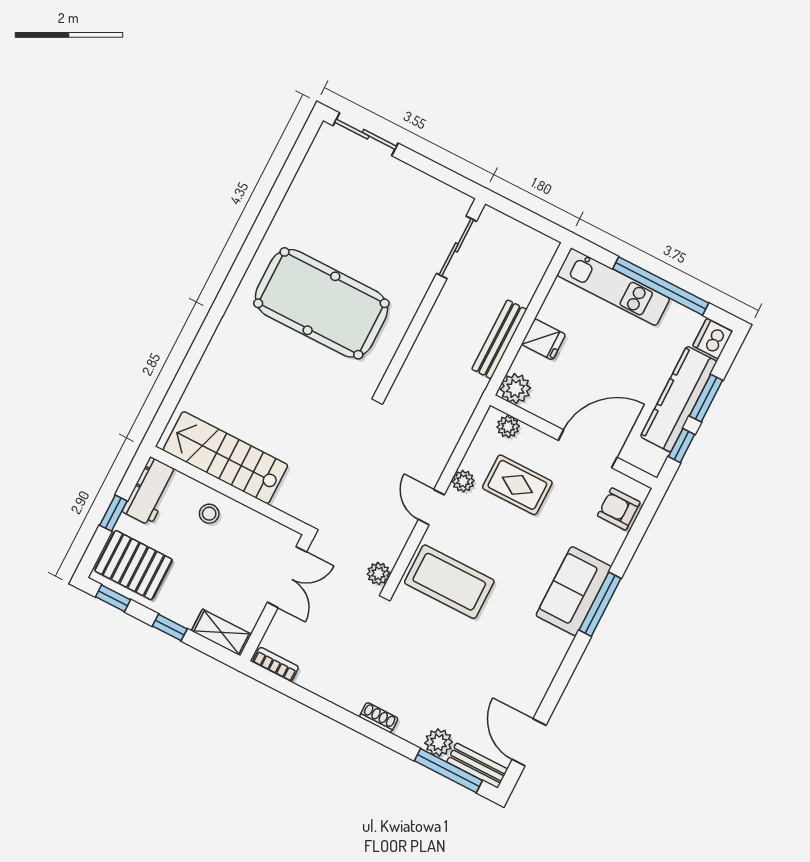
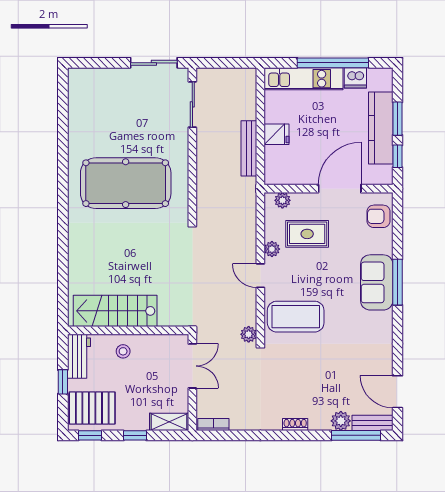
sliding door: (366, 134) -> (154, 63), moved
dishwasher: (713, 339) -> (355, 78), moved, turned -90
plant: (515, 389) -> (275, 174), removed

